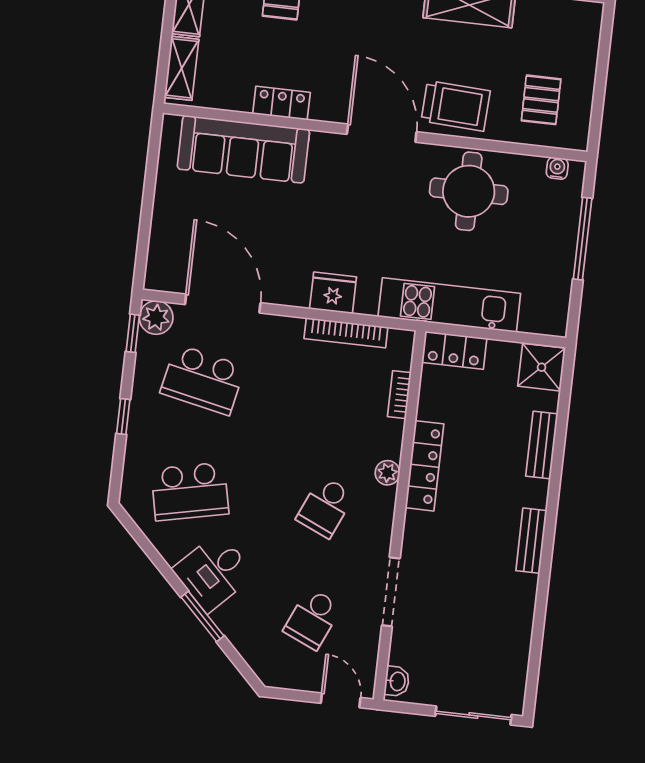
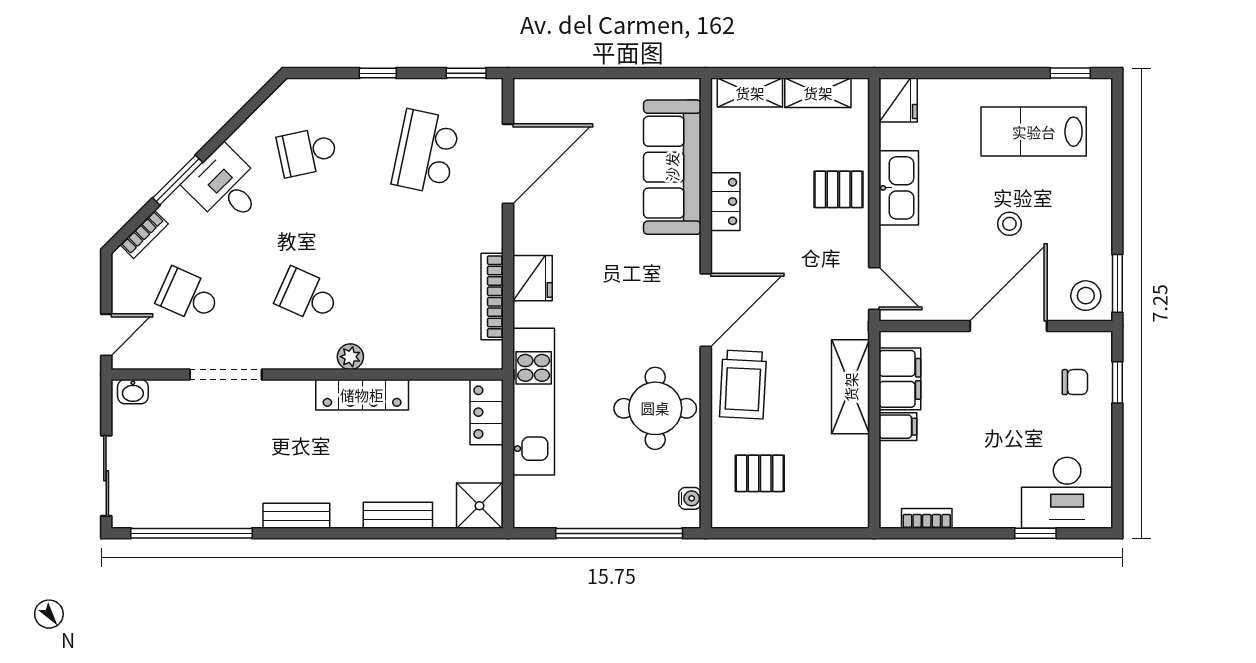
window: (583, 239) -> (619, 533), width x1.46
plant: (156, 318) -> (485, 96), removed
bookcase: (399, 395) -> (144, 234), moved, turned 135
school desk: (190, 491) -> (307, 152), width x0.54
window: (537, 641) -> (191, 533), added

